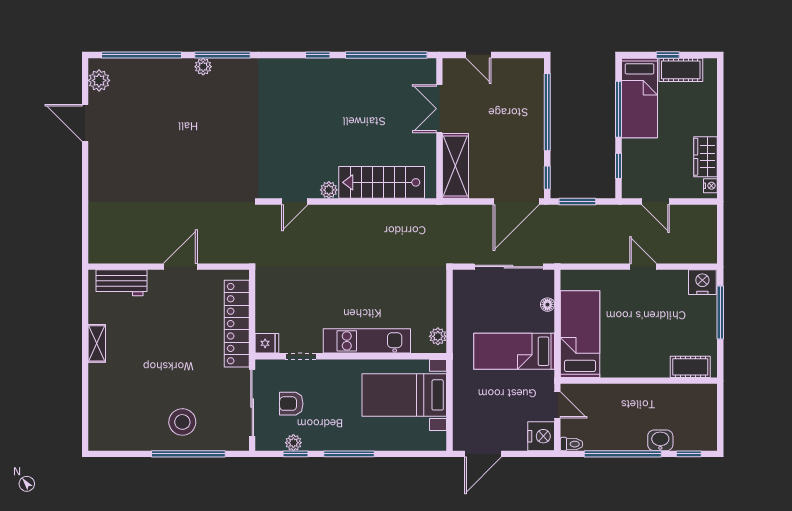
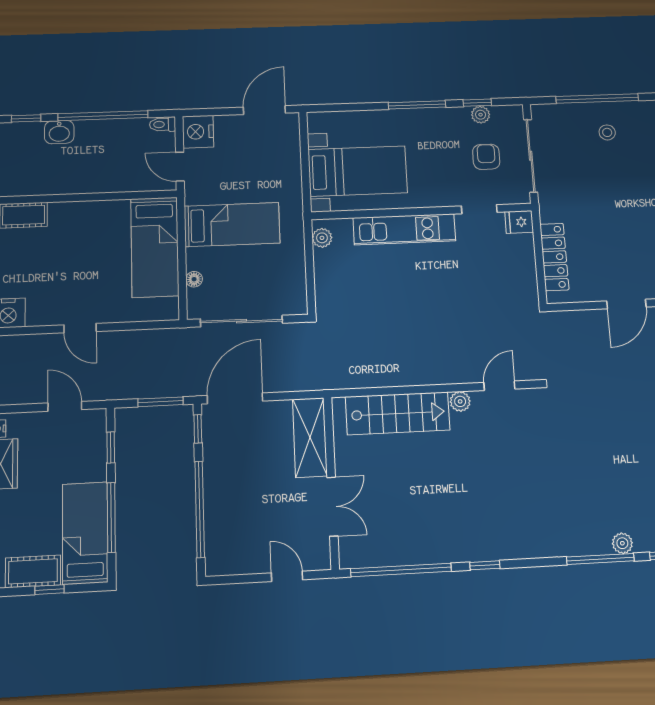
locker: (237, 324) -> (554, 257), width x0.71, depth x0.83
armchair: (291, 404) -> (486, 157), turned -90
stool: (182, 422) -> (607, 132), width x0.53, depth x0.53

